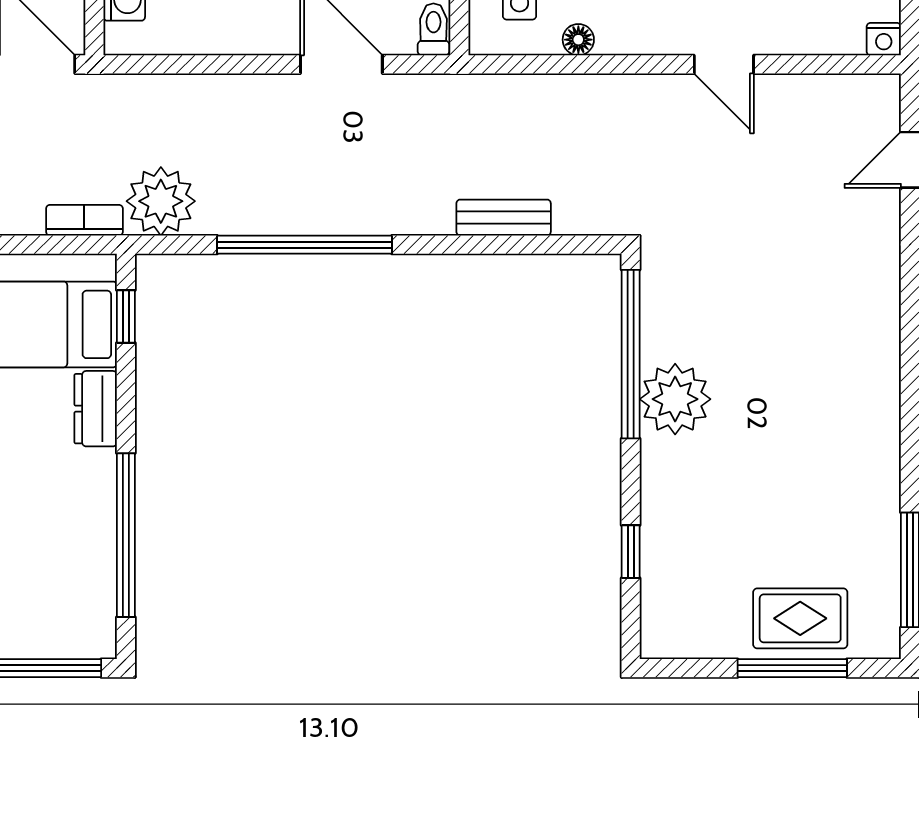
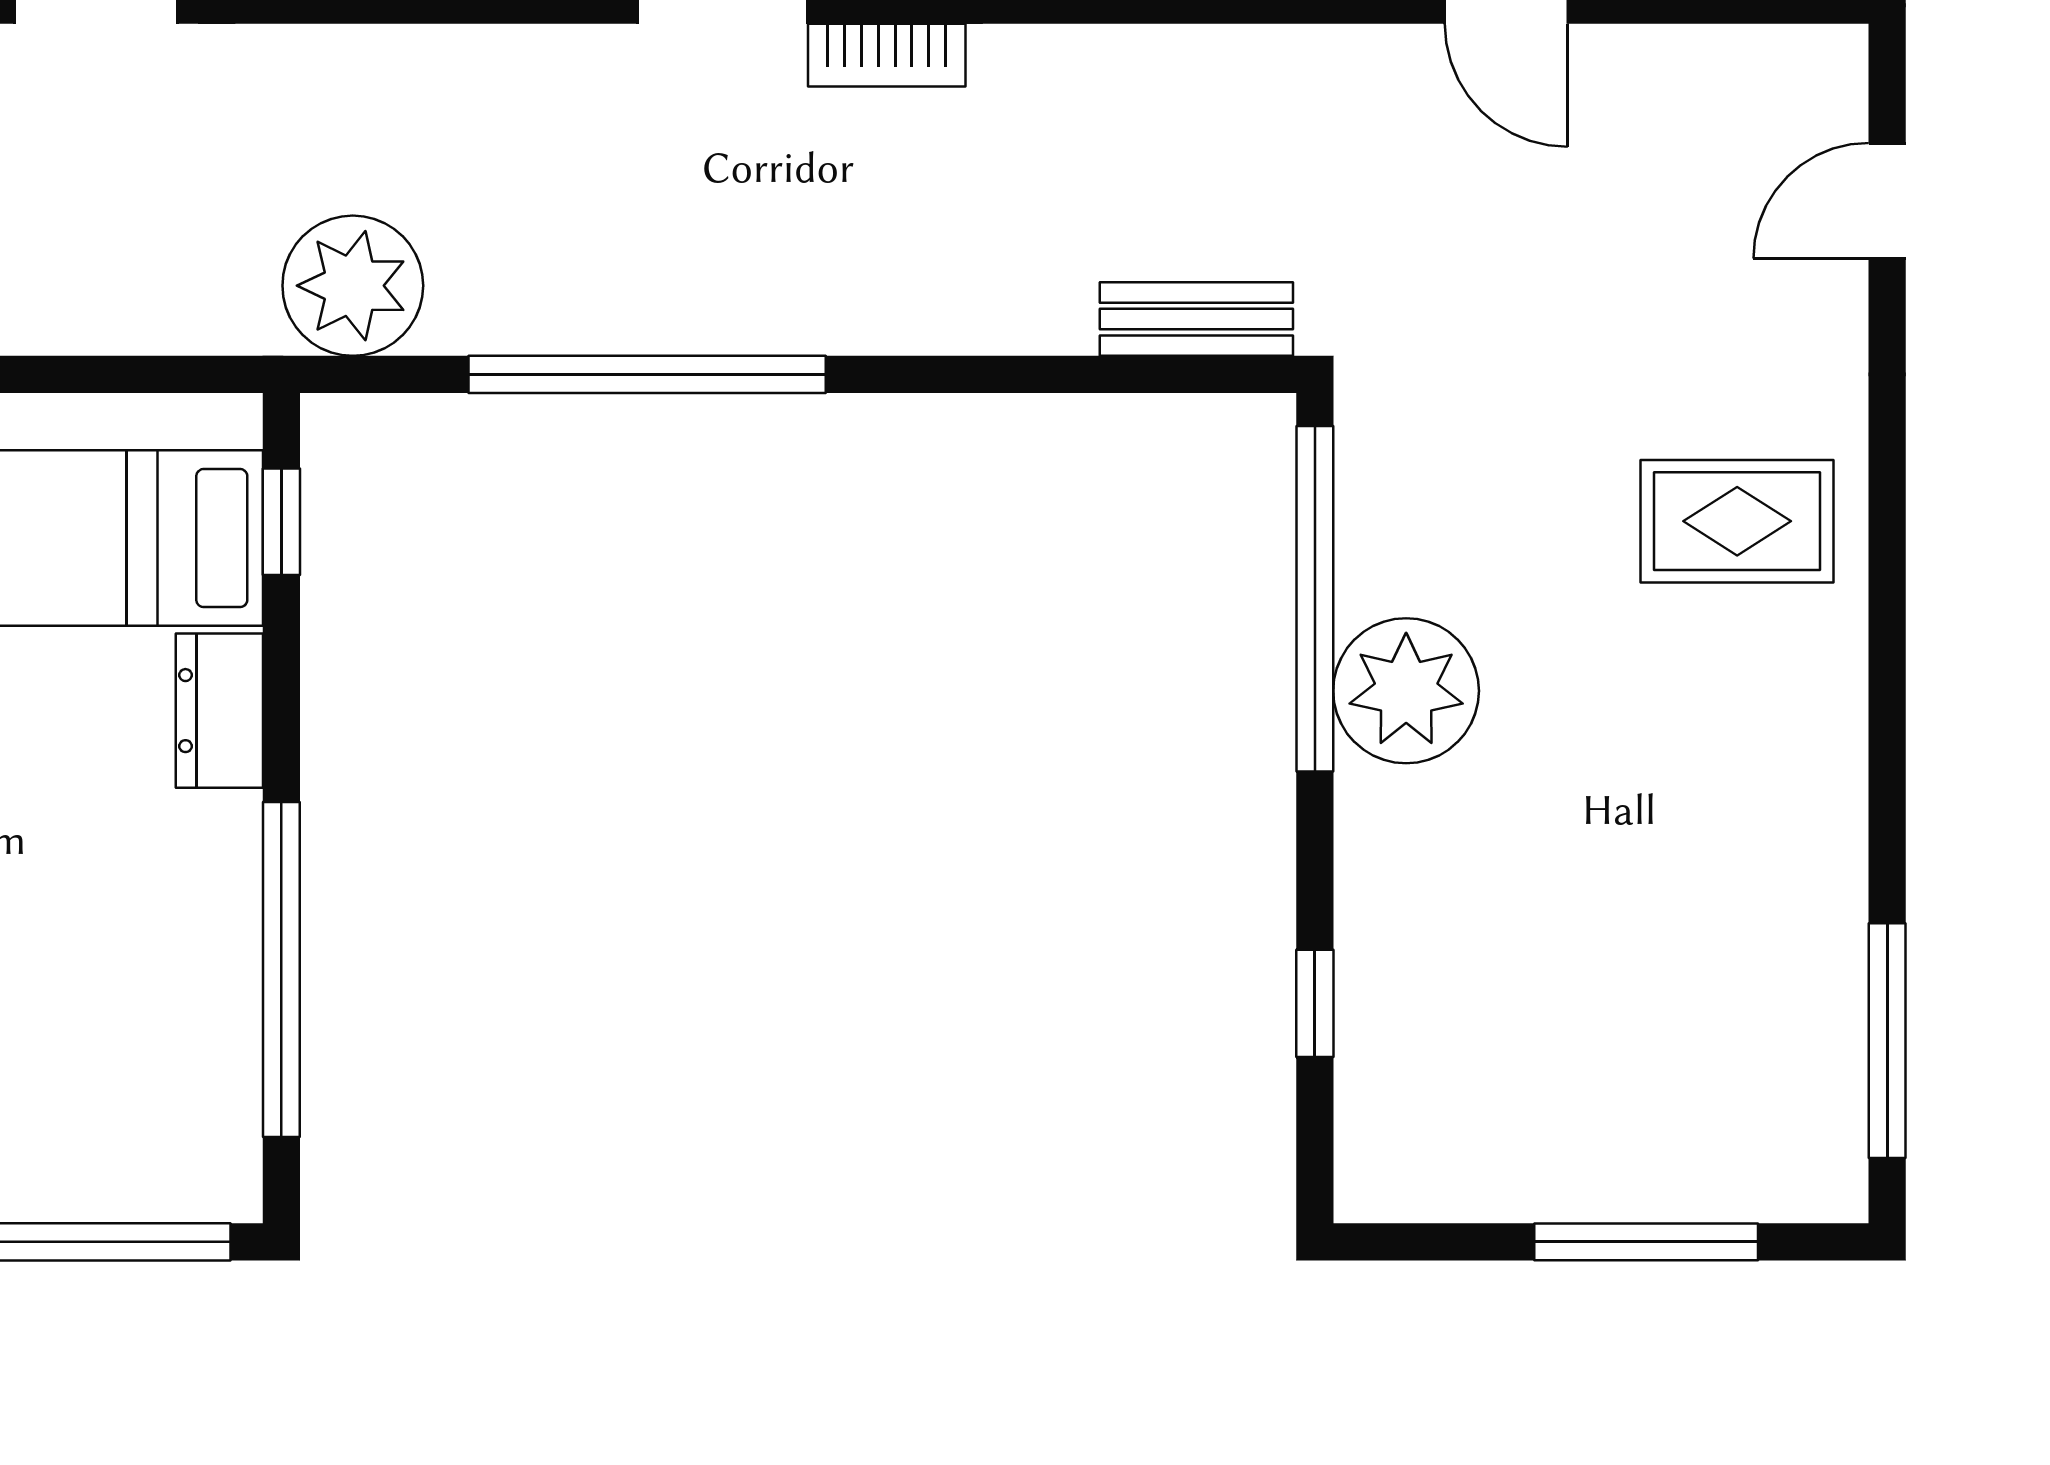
bench: (504, 218) -> (1196, 319), moved
bookcase: (84, 220) -> (887, 55), moved, turned 180
rug: (800, 618) -> (1737, 521), moved

